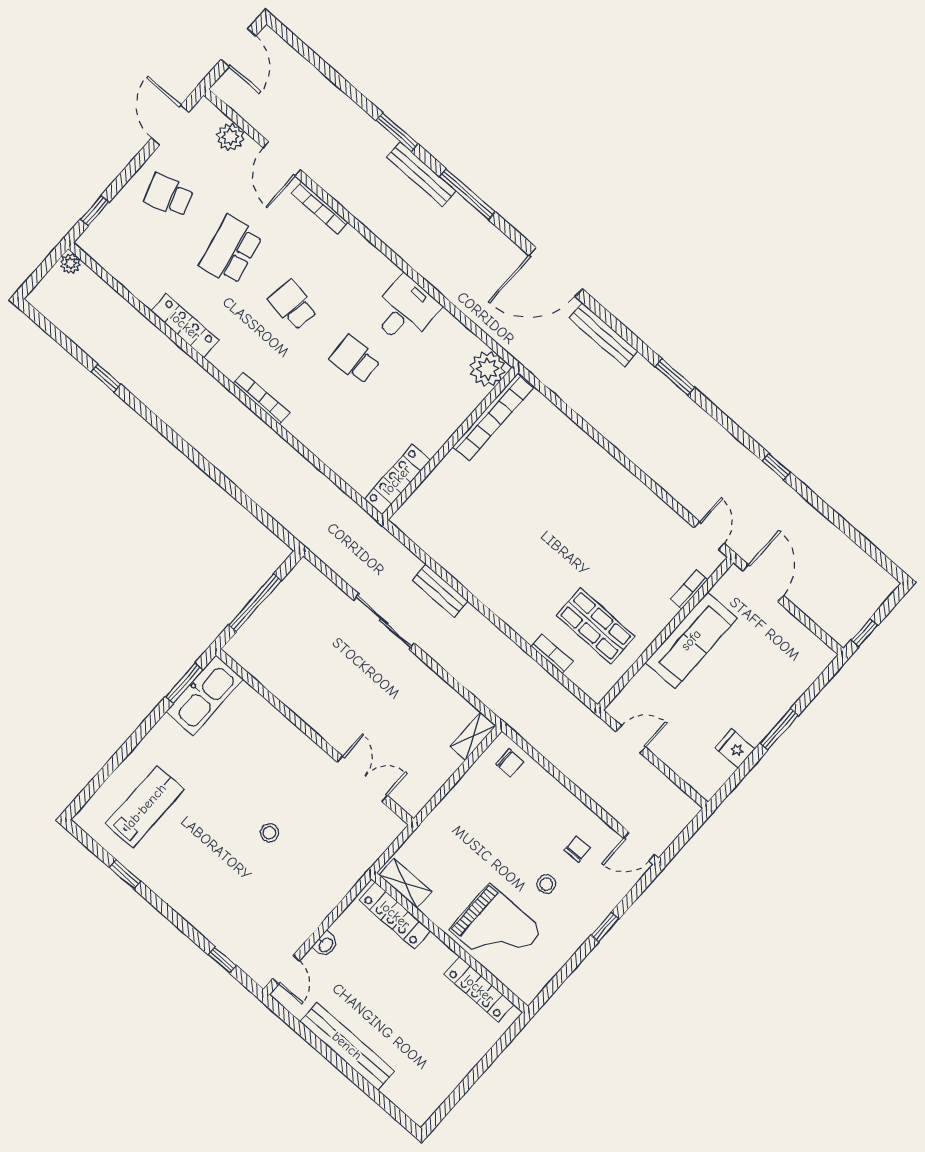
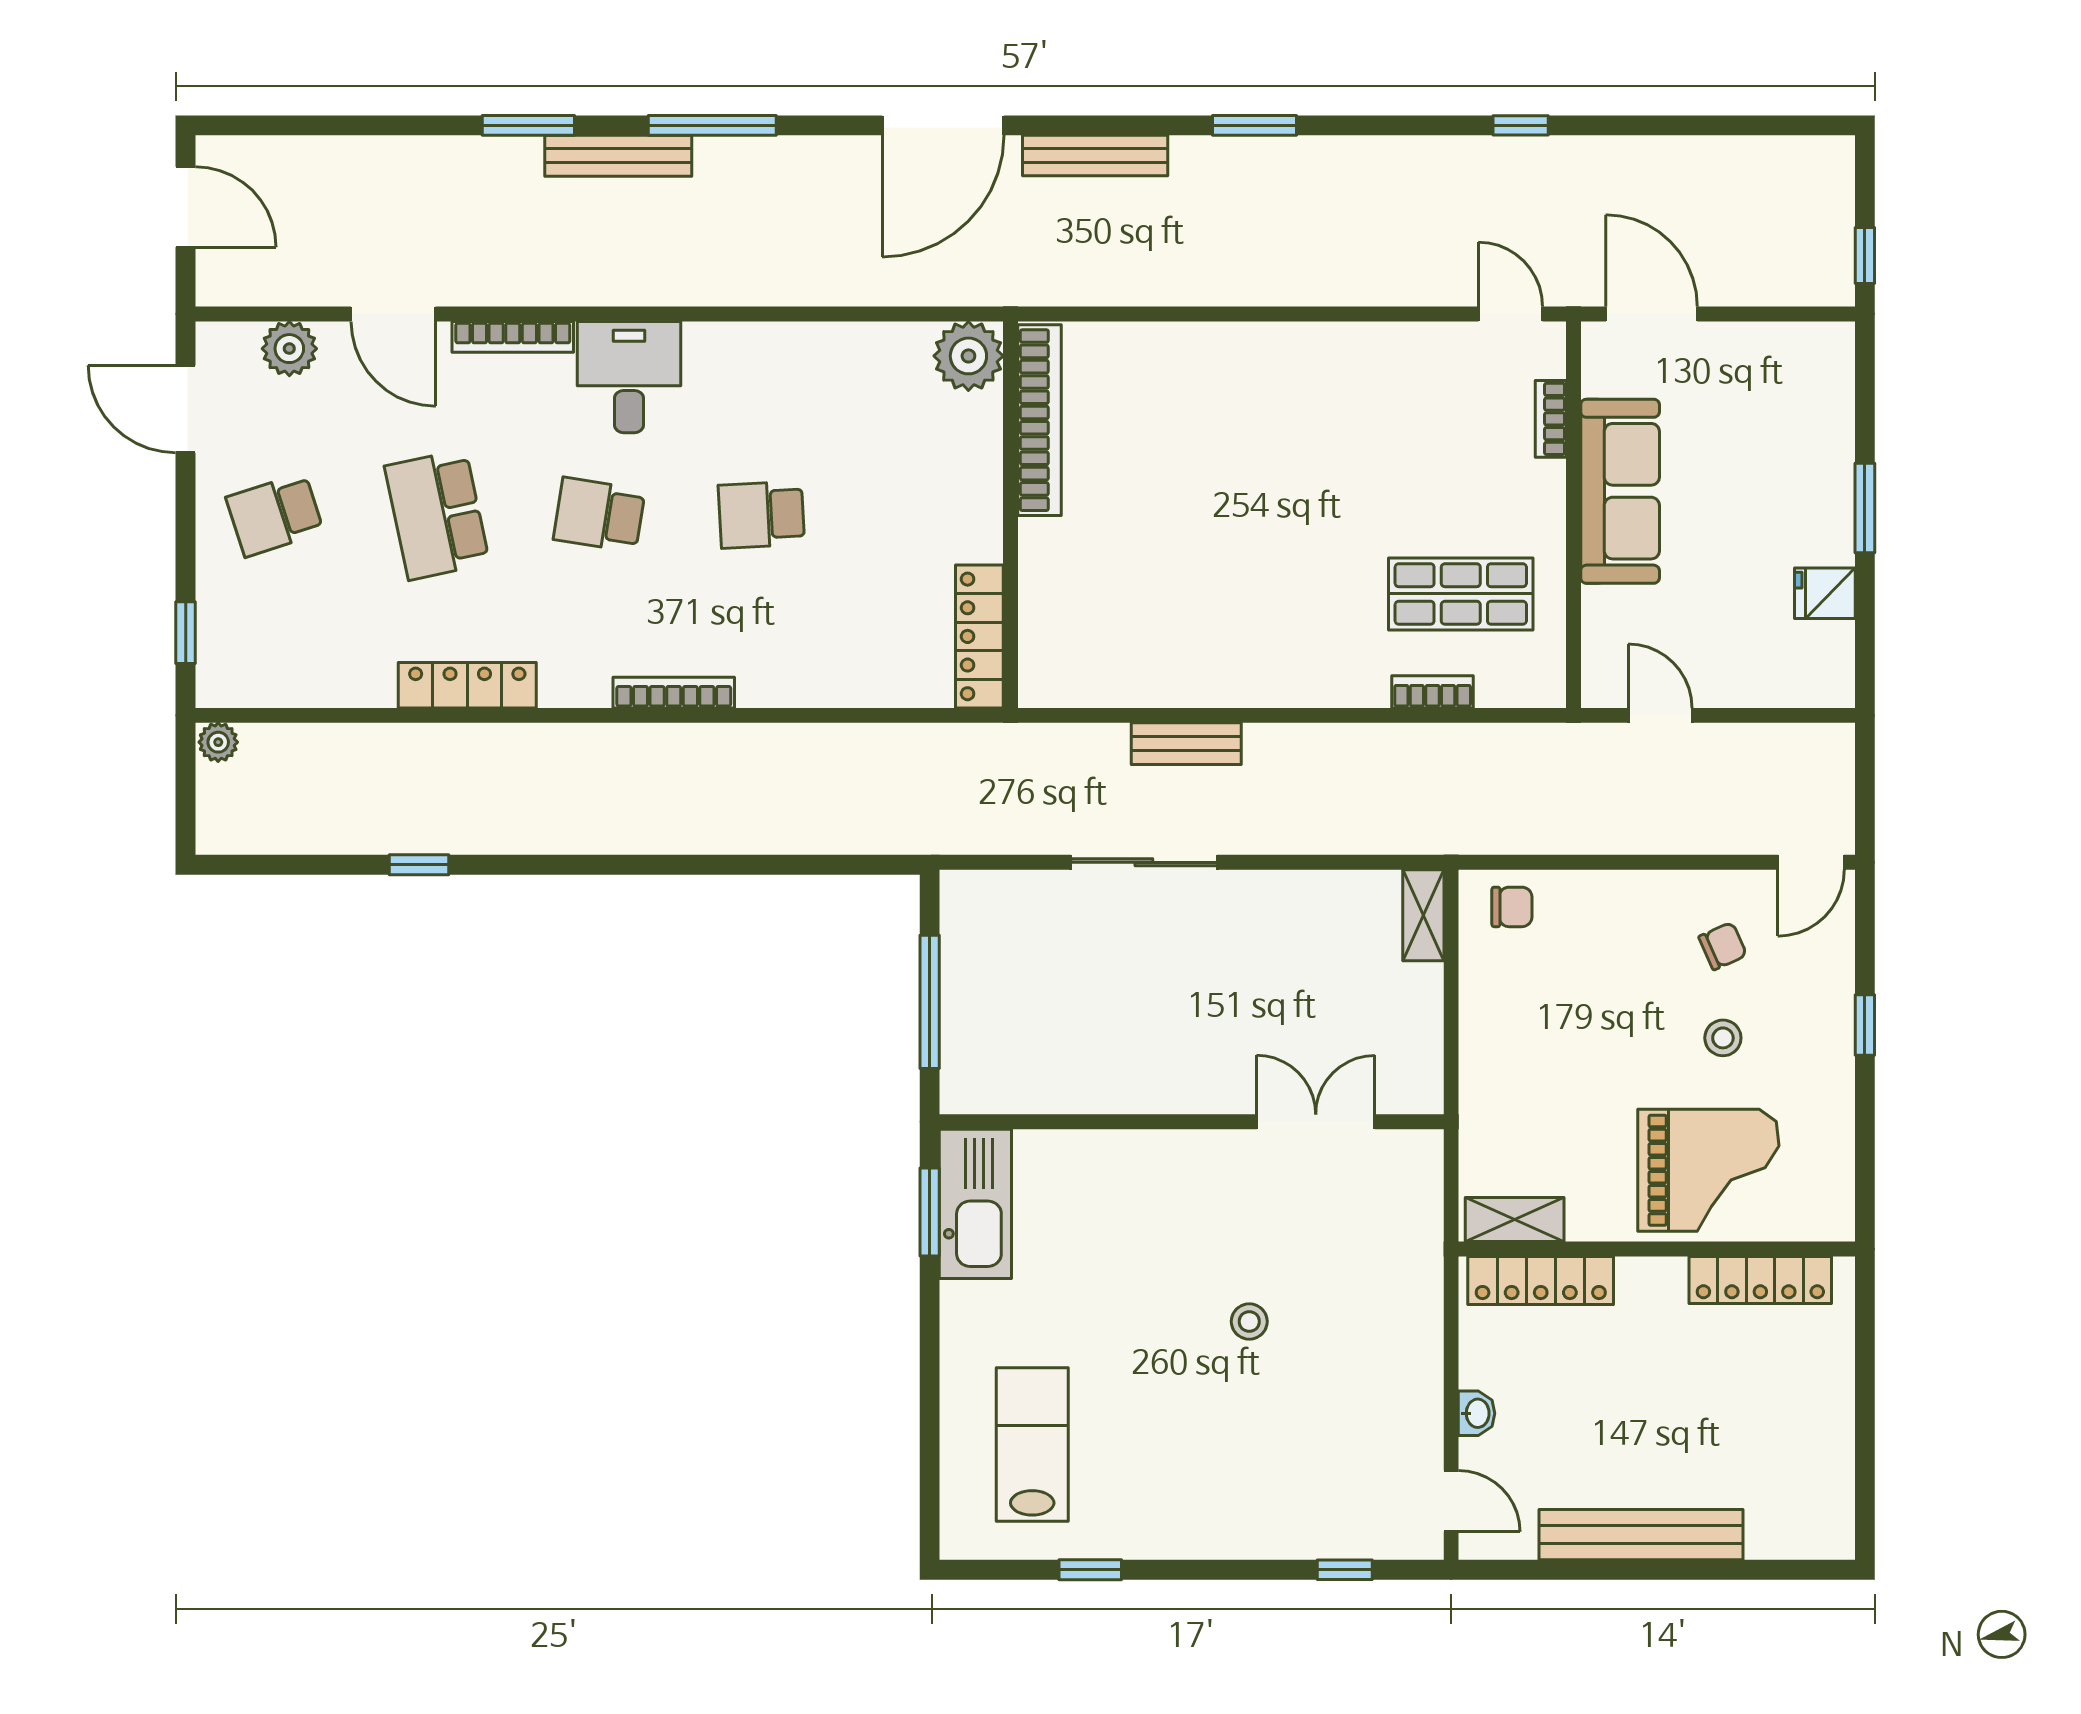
desk: (405, 310) -> (629, 377), moved
door: (631, 740) -> (1660, 715), hinge flipped
chair: (577, 849) -> (1723, 946), turned 68

